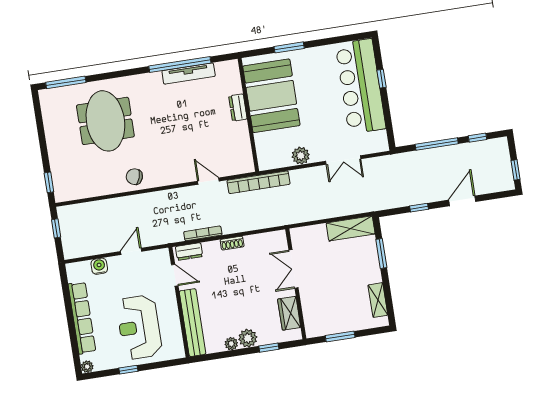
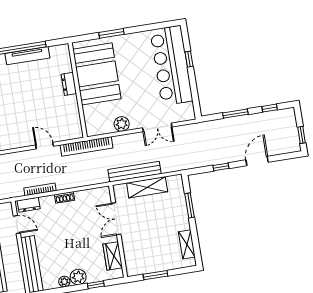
window: (437, 144) -> (235, 114), width x0.69
bench: (316, 213) -> (135, 172), added
shelving: (351, 228) -> (147, 187), moved

